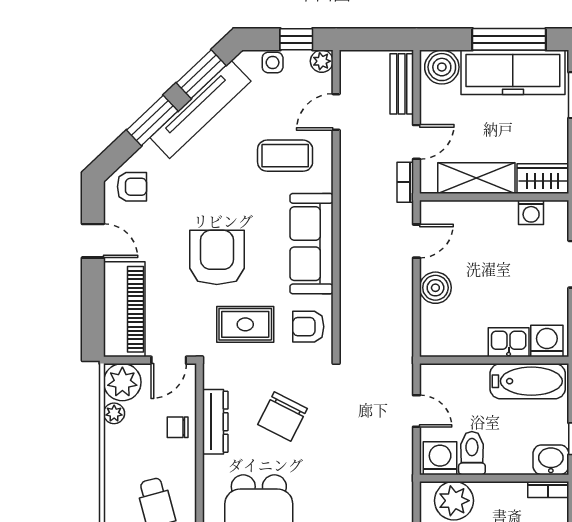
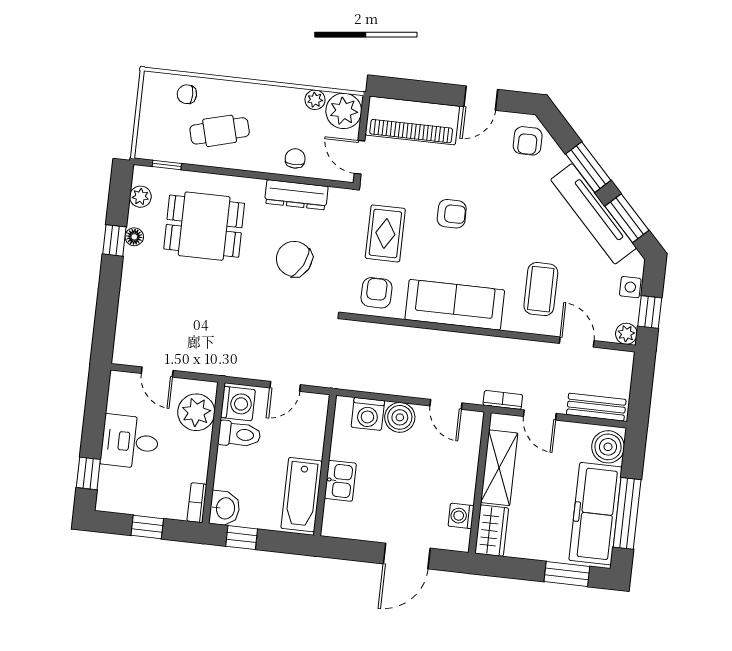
armchair: (217, 257) -> (452, 214), width x0.53, depth x0.53
washing machine: (547, 341) -> (368, 414), moved, turned 90

